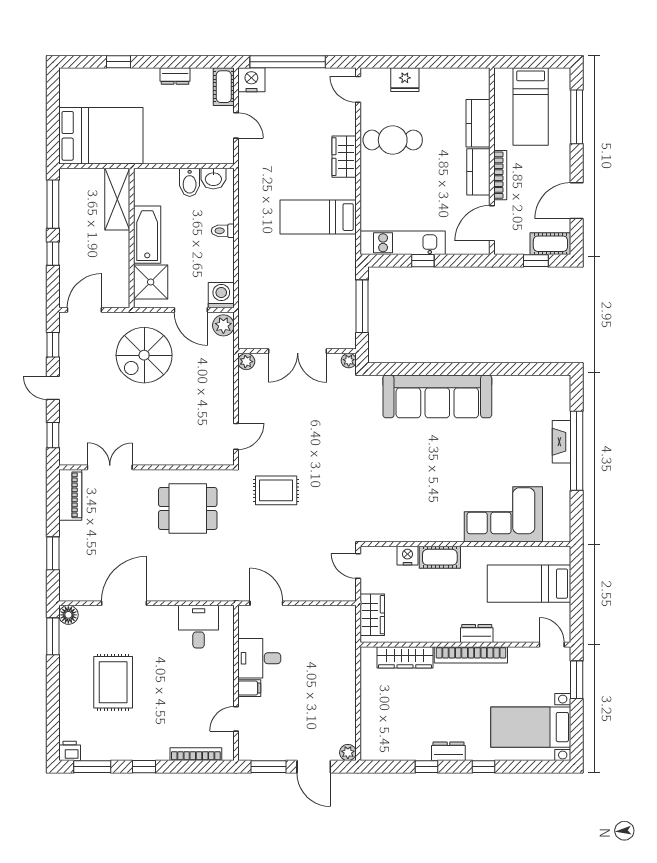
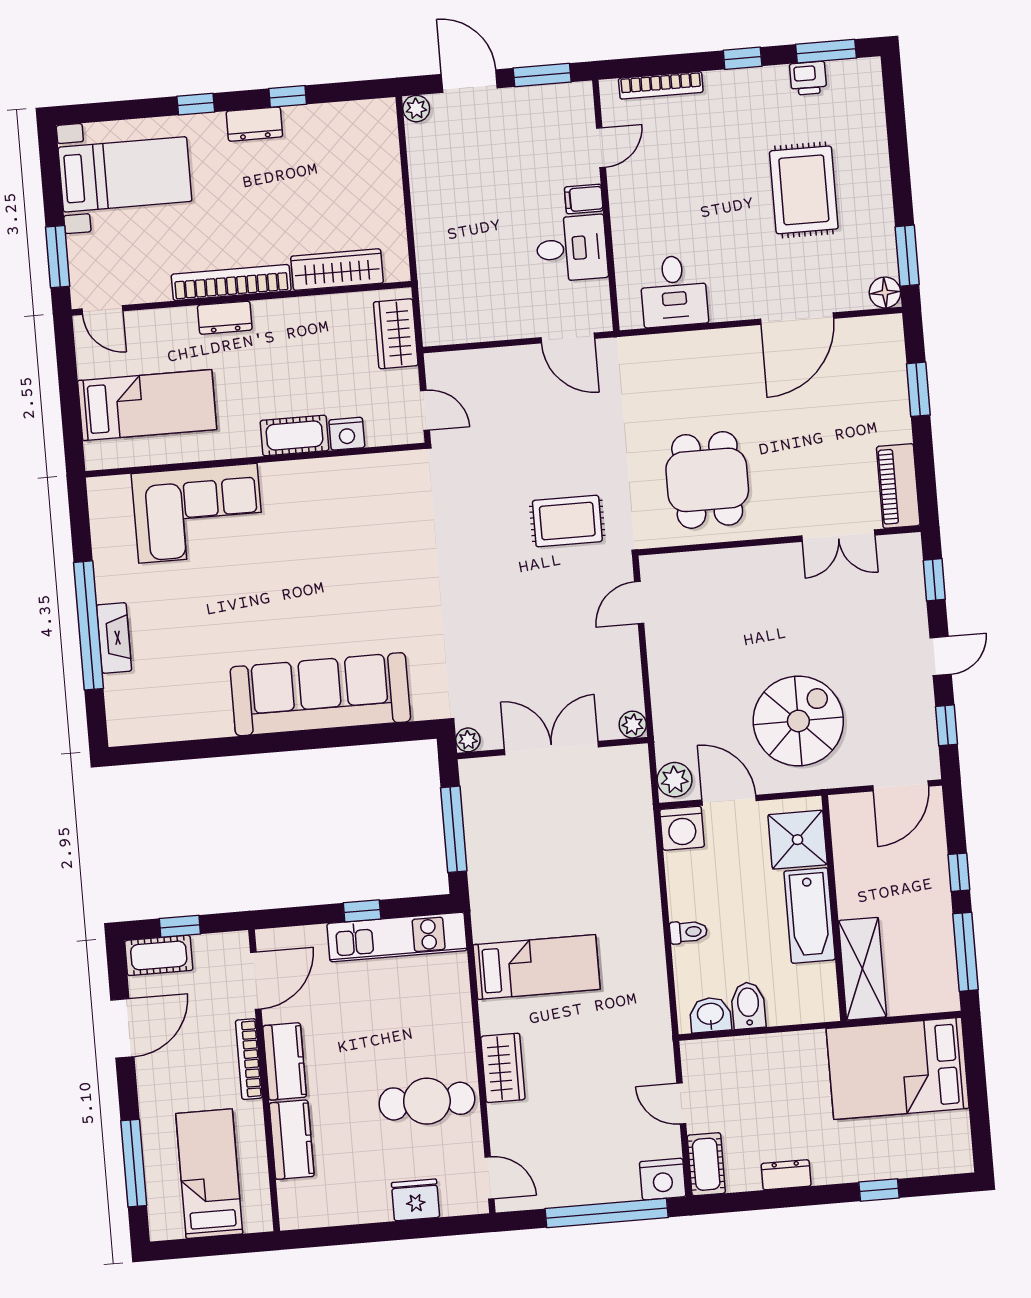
door: (53, 388) -> (941, 656), hinge flipped
dining table: (188, 509) -> (707, 480), turned 90
printer: (70, 751) -> (808, 78), moved

